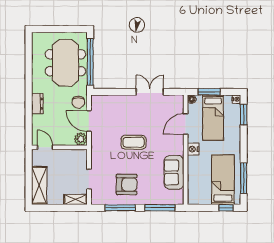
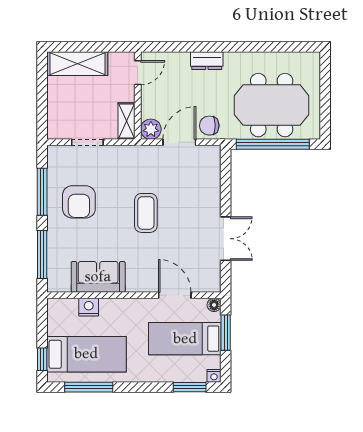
nightstand: (193, 149) -> (89, 307), moved
shelving: (76, 200) -> (127, 121), moved

